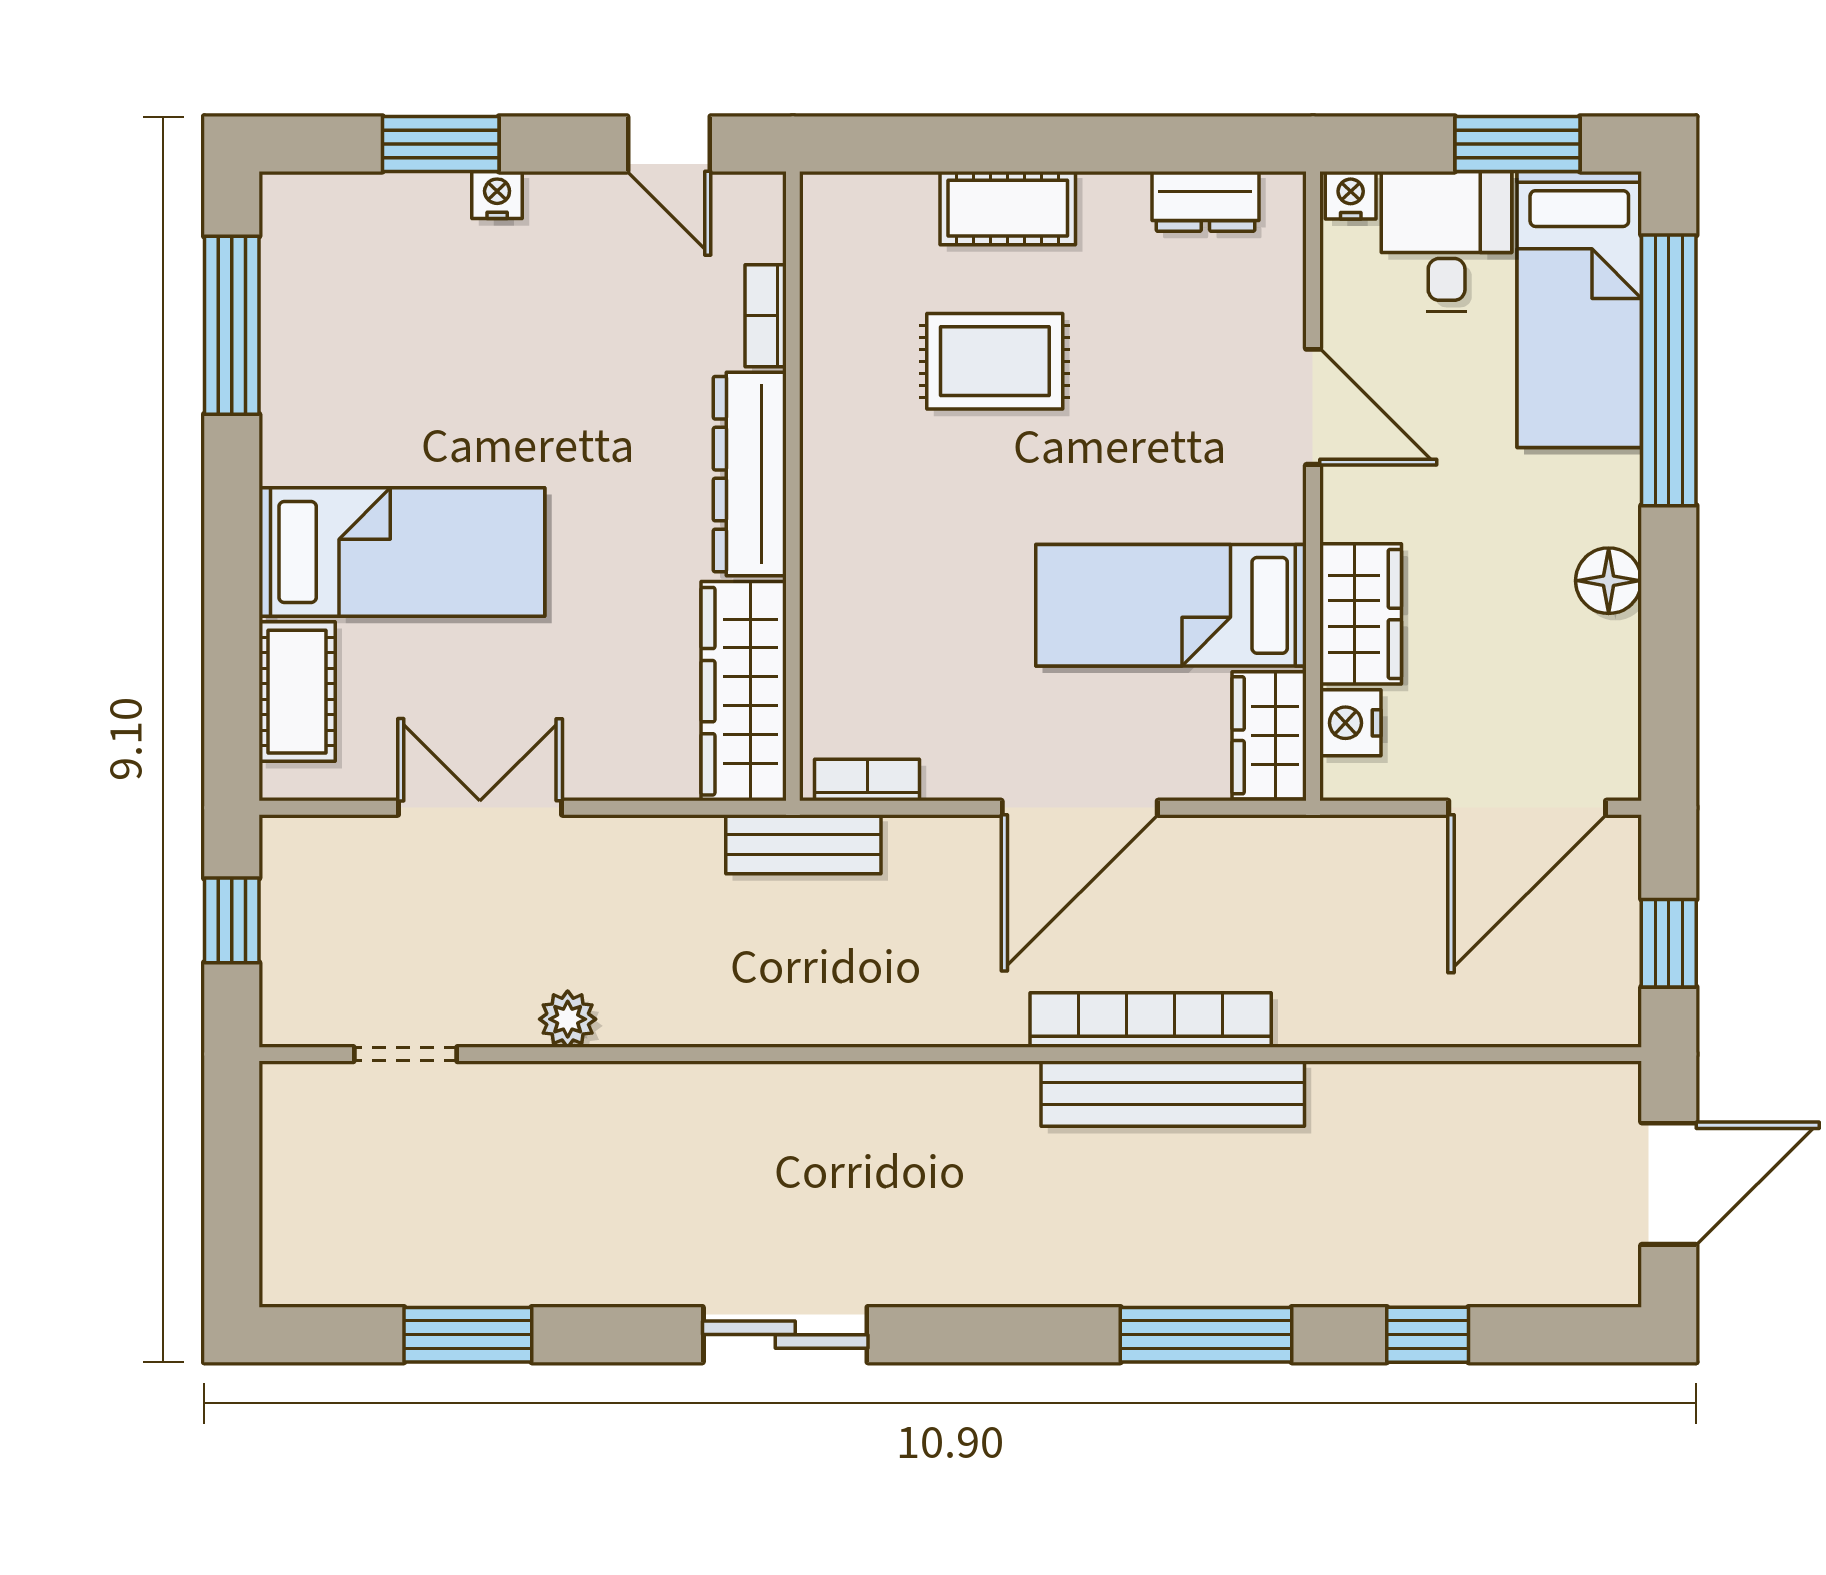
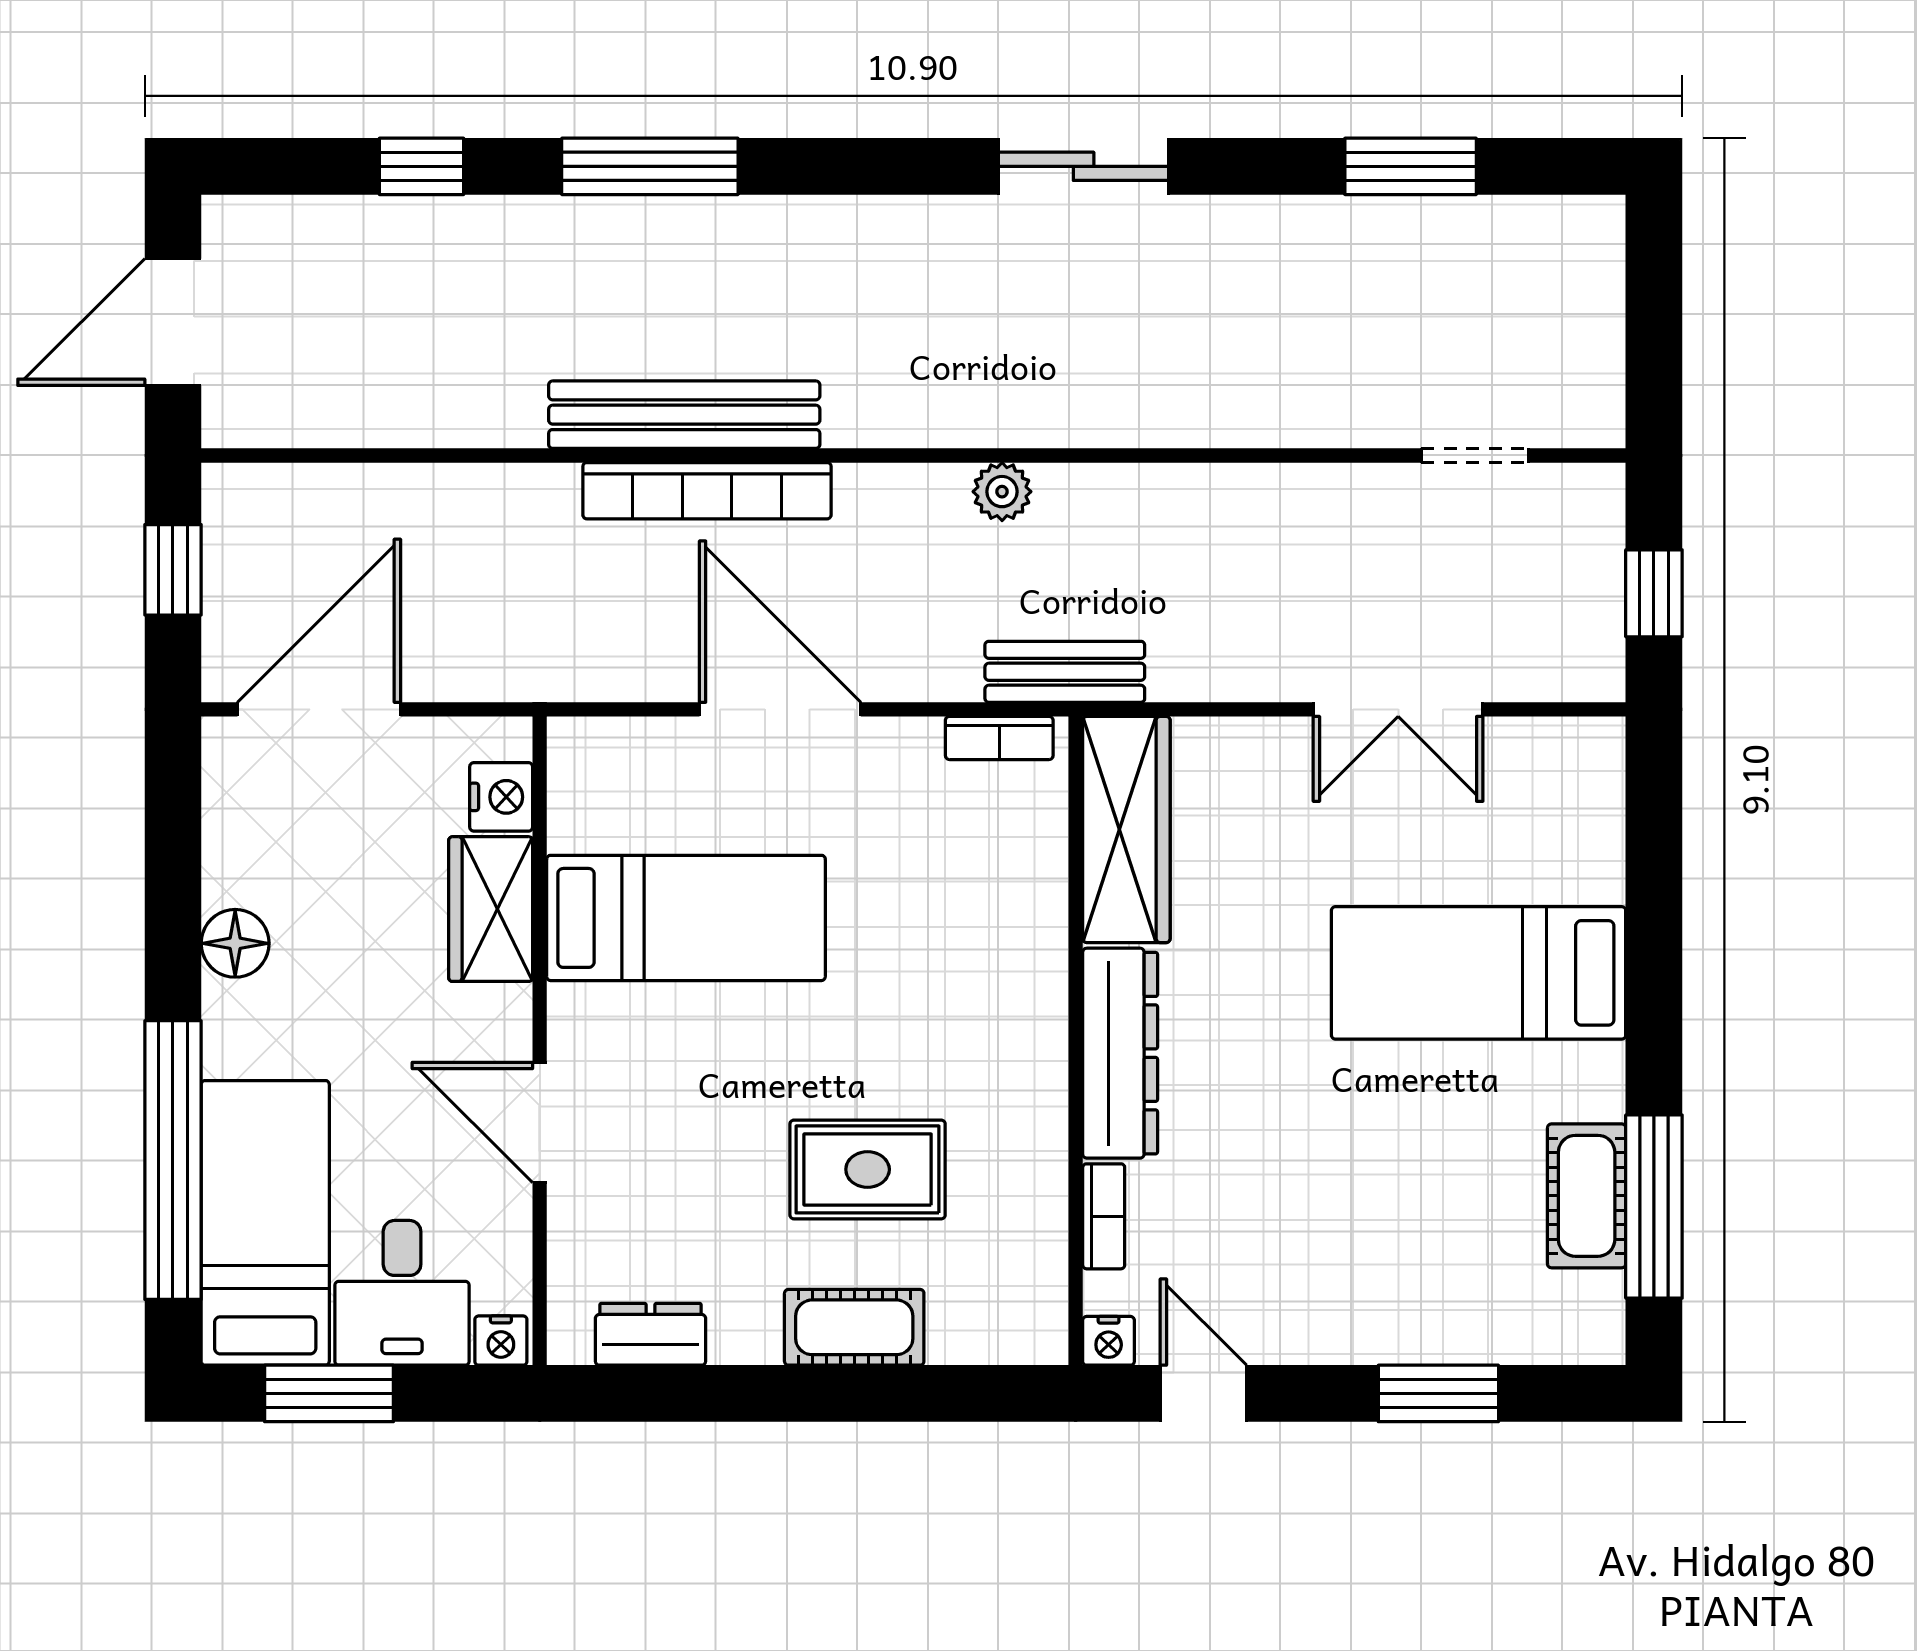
nightstand: (497, 195) -> (1109, 1341), moved
cot: (297, 692) -> (1587, 1196), moved
wardrobe: (1269, 735) -> (585, 784), removed
door: (1080, 808) -> (780, 709), hinge flipped
plant: (568, 1019) -> (1002, 492), moved

